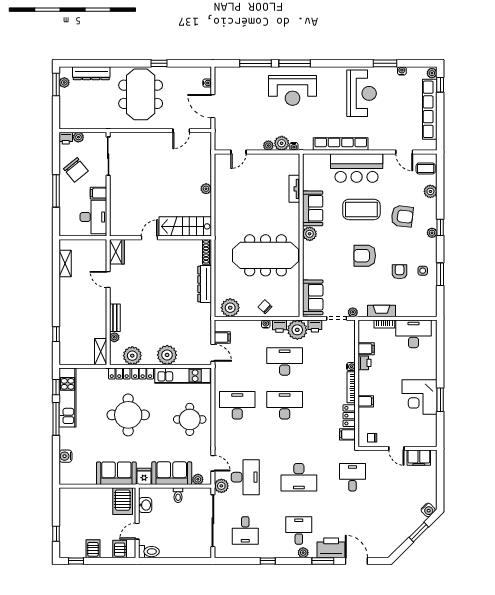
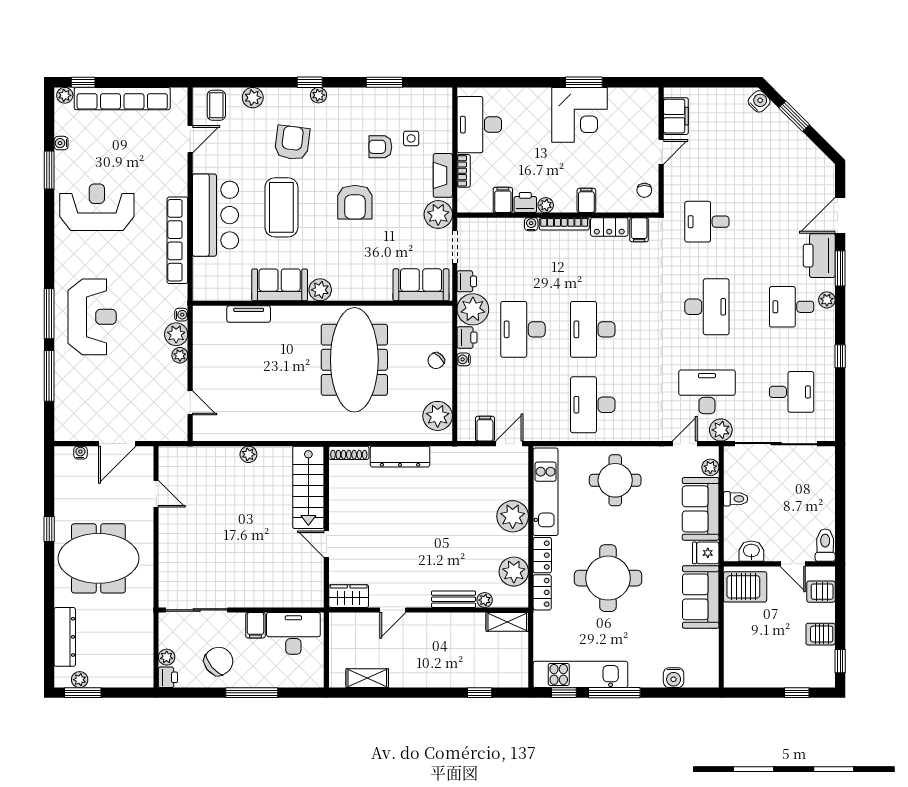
side table: (423, 271) -> (411, 138), moved
plant: (353, 312) -> (438, 214), width x1.88, depth x1.88
plant: (363, 376) -> (546, 205), added

